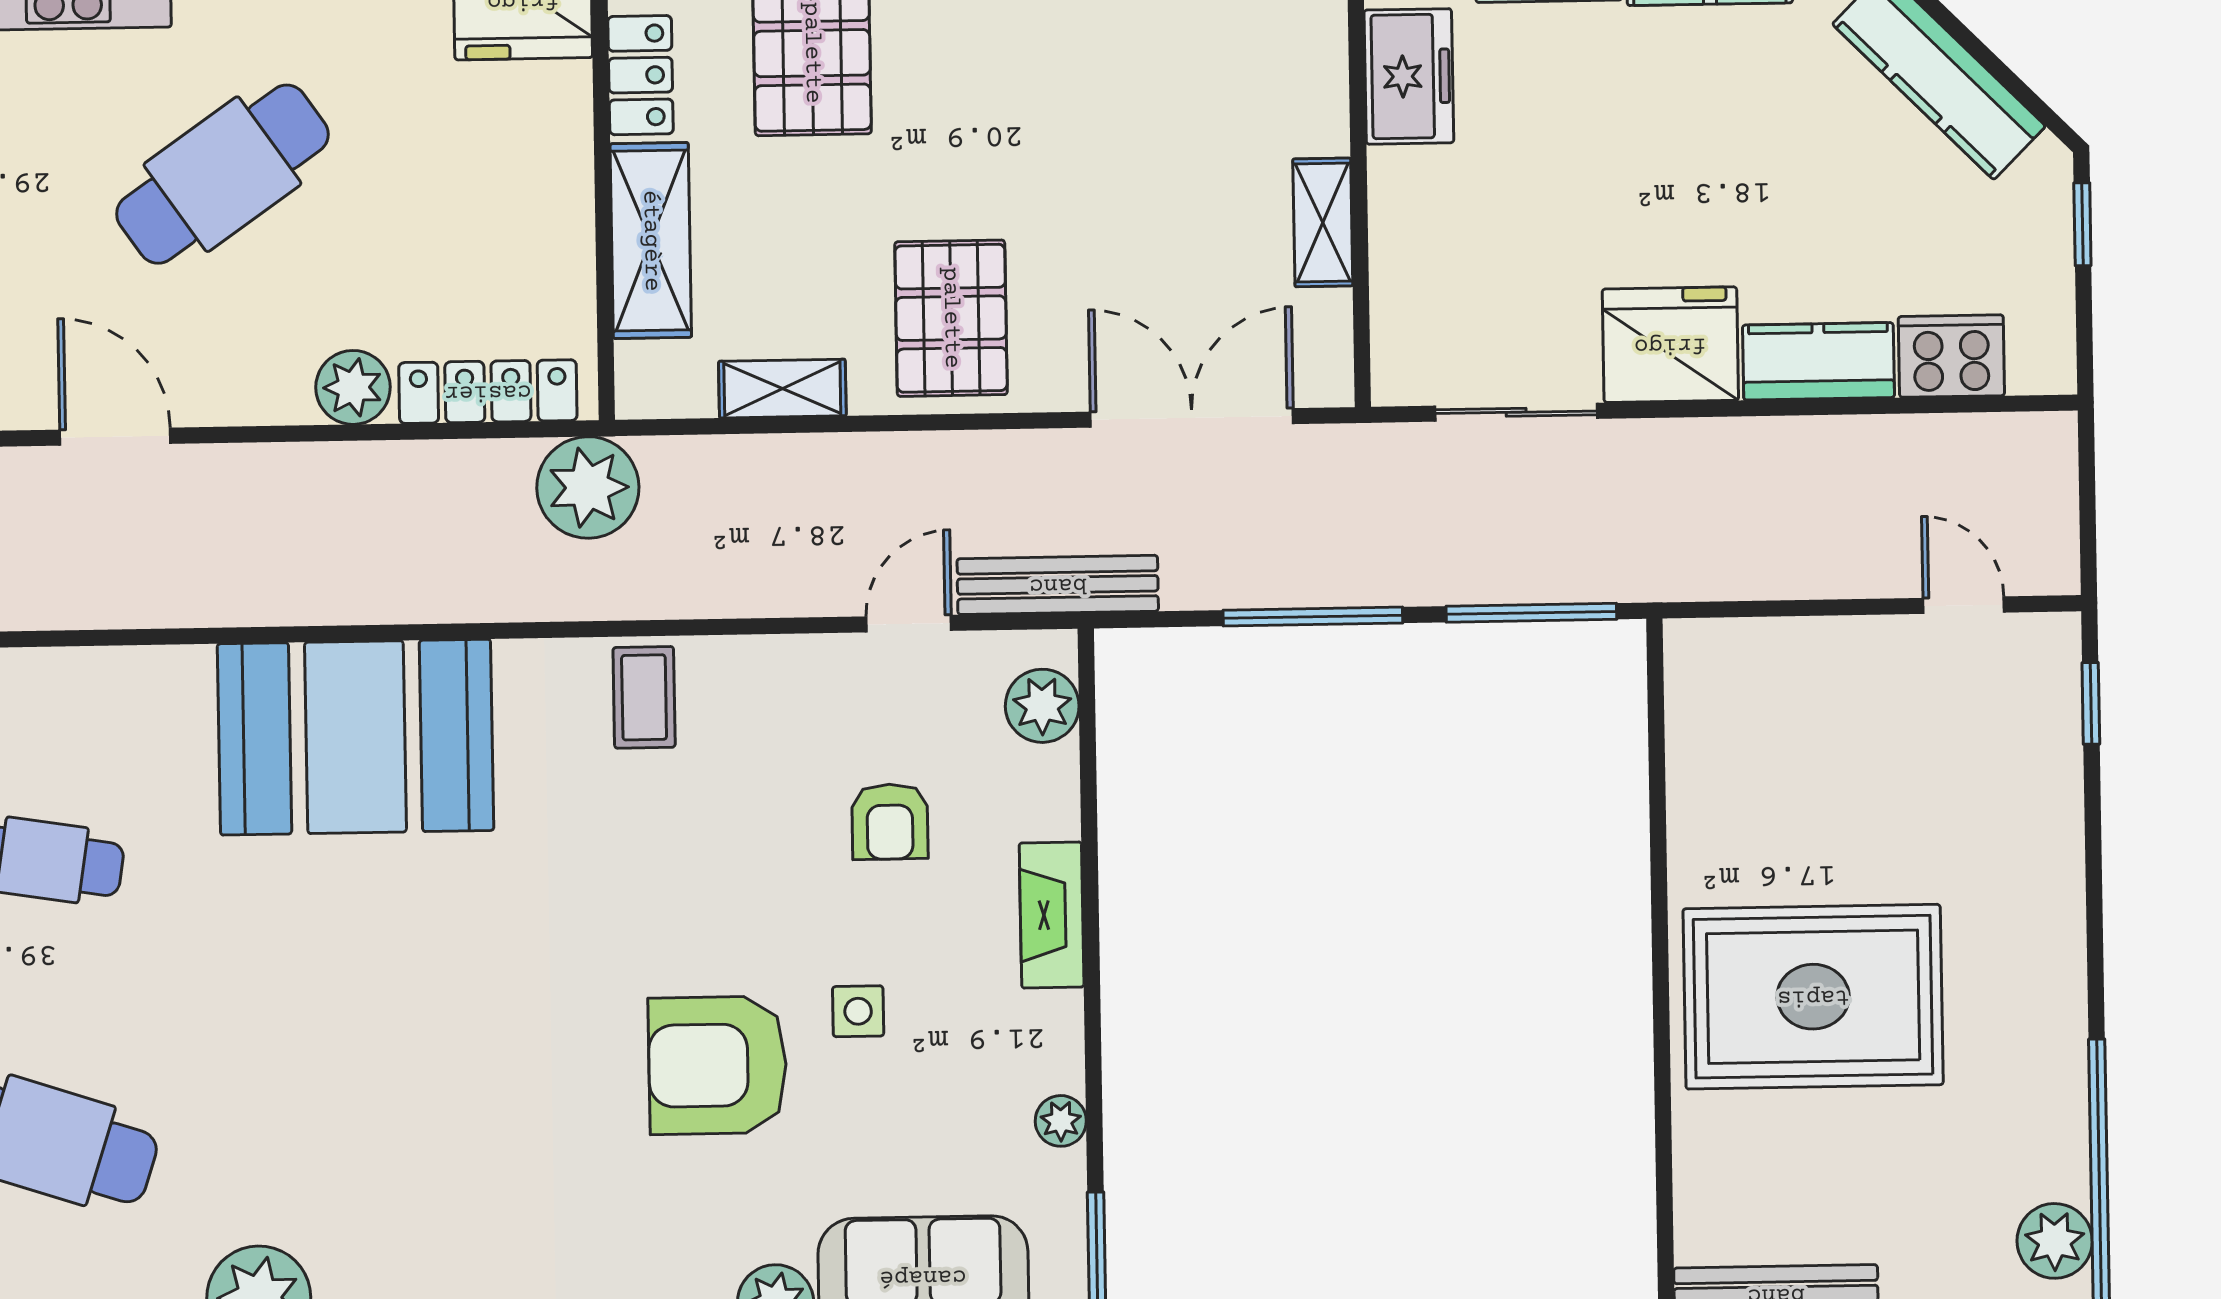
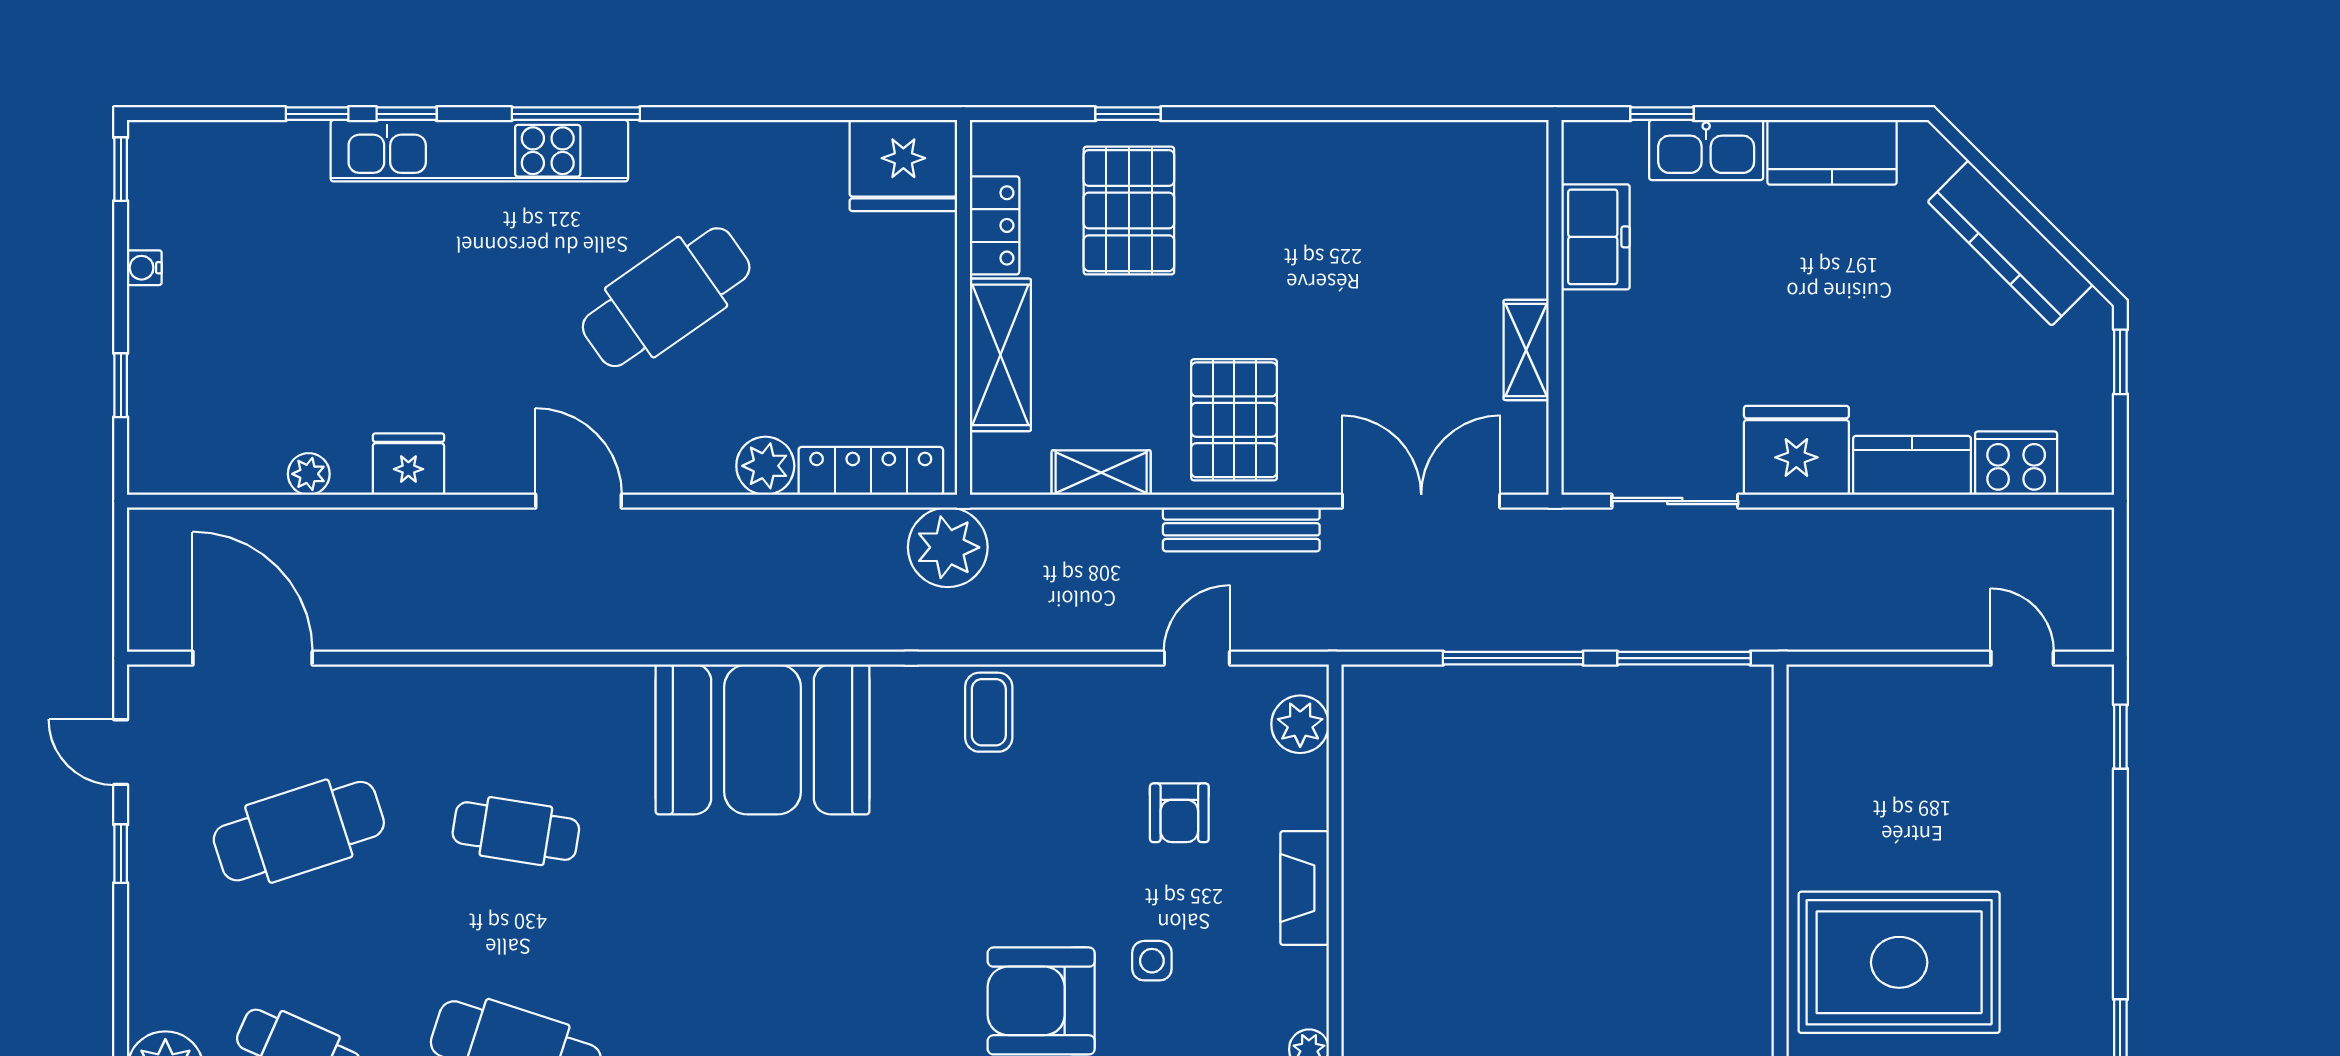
bench: (1058, 585) -> (1241, 529), moved

